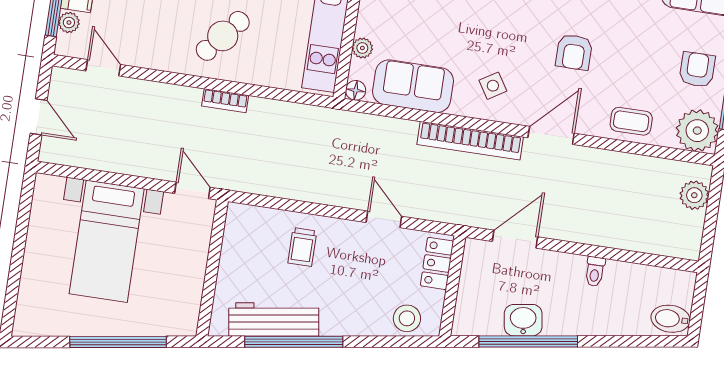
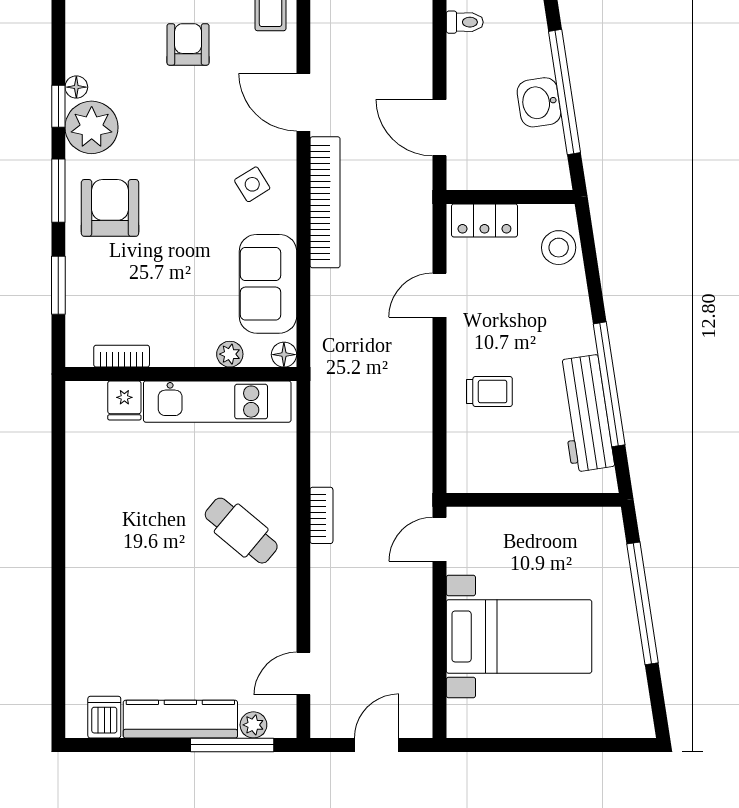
armchair: (574, 52) -> (188, 44), moved, turned -90

